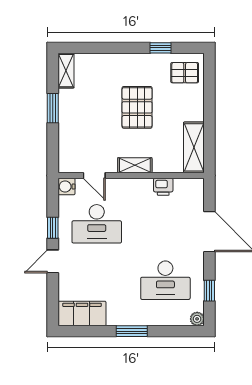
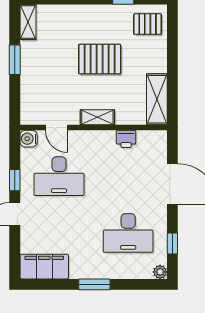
pallet: (137, 107) -> (100, 59), turned 90

